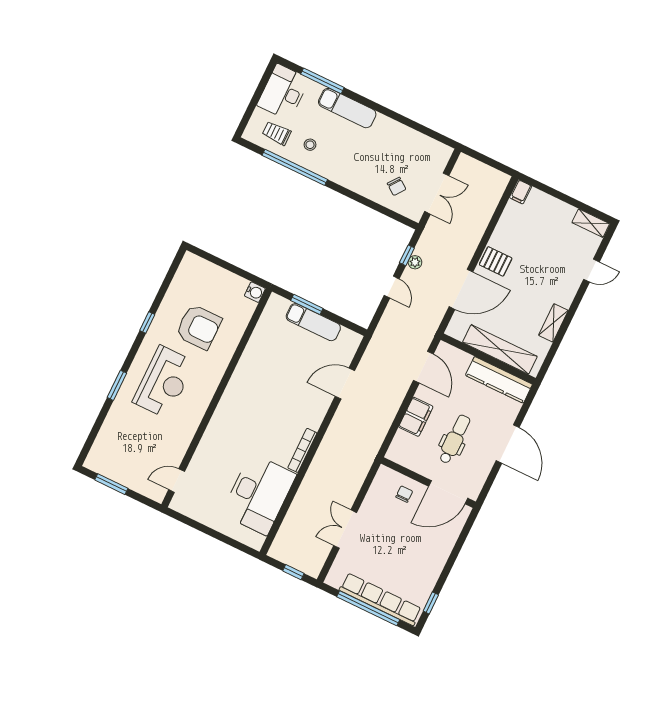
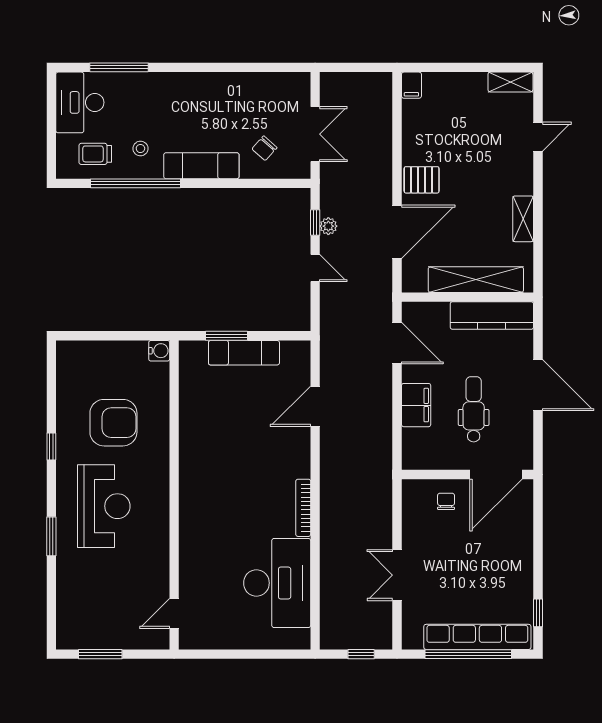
exam couch: (347, 108) -> (201, 166), moved, turned 180
chair: (397, 186) -> (264, 148), turned 95

